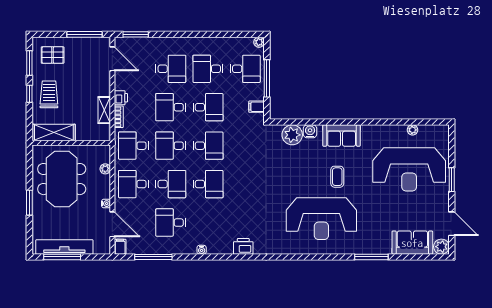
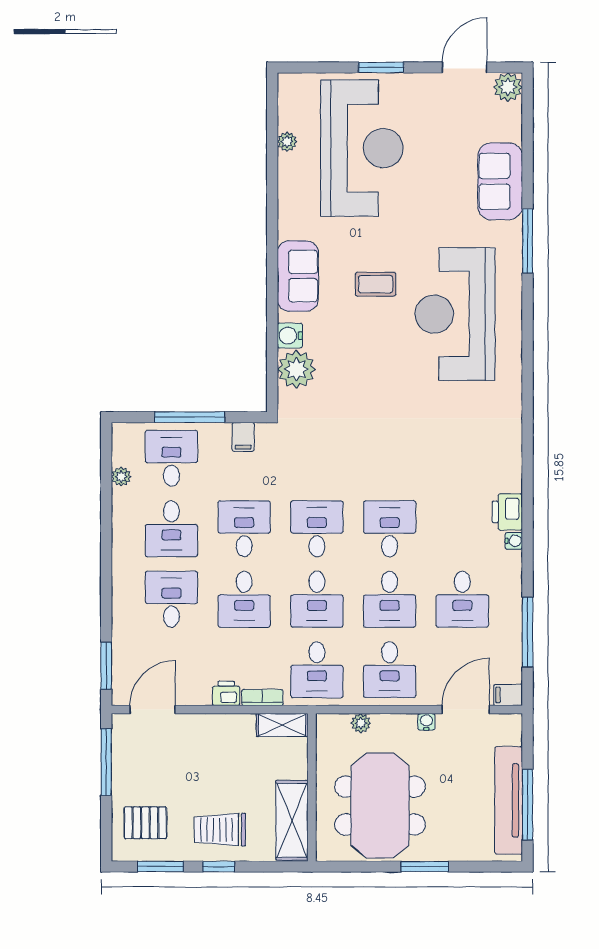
plant: (259, 42) -> (121, 477), moved
pallet: (53, 55) -> (145, 823), turned 90
shelving: (104, 110) -> (282, 725), moved
meeting table: (62, 179) -> (380, 806), turned 90
desk: (171, 184) -> (390, 599), turned 180
reception desk: (321, 219) -> (455, 314), turned 180
sofa: (412, 243) -> (500, 181), moved
printer: (243, 246) -> (507, 512), moved
window: (371, 257) -> (528, 241), moved

